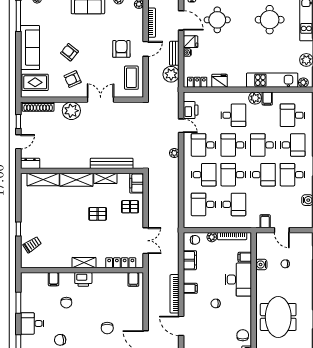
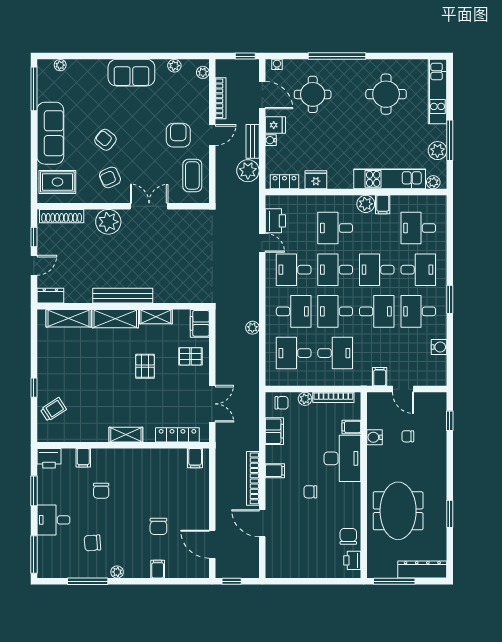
desk: (233, 115) -> (335, 228), turned 180
plant: (174, 153) -> (252, 328), moved
bench: (112, 163) -> (123, 296), moved
pallet: (98, 214) -> (145, 366), turned 90
printer: (83, 279) -> (49, 458), moved

